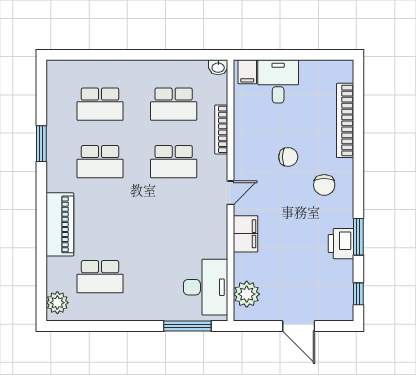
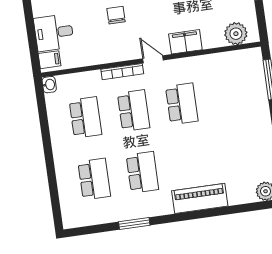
bookcase: (221, 129) -> (122, 72), moved
school desk: (100, 277) -> (182, 104), moved
desk: (206, 287) -> (235, 69), removed

